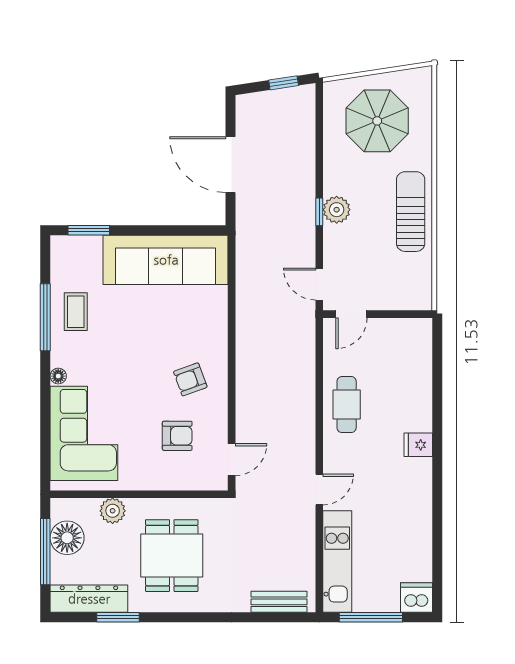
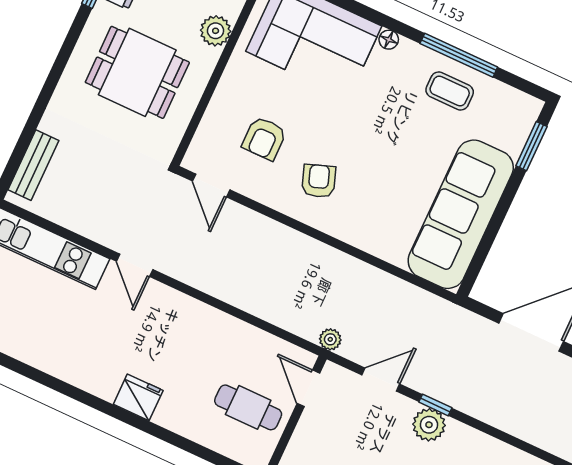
door: (319, 284) -> (381, 380), moved
plant: (307, 315) -> (330, 339), added
cafe table: (347, 405) -> (248, 407), moved
fridge: (418, 445) -> (138, 397), width x1.38

